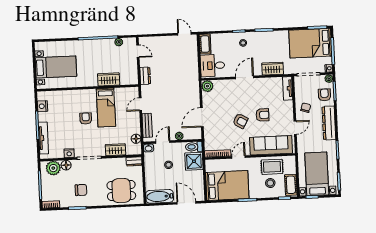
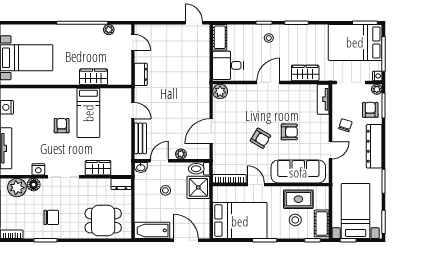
door: (140, 104) -> (133, 111), swing flipped
floor lamp: (136, 139) -> (125, 155), removed
door: (238, 157) -> (256, 185), hinge flipped

